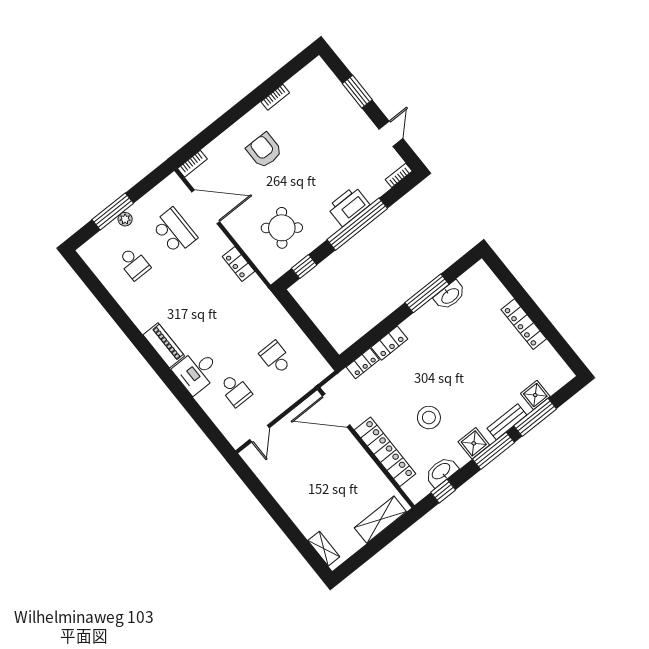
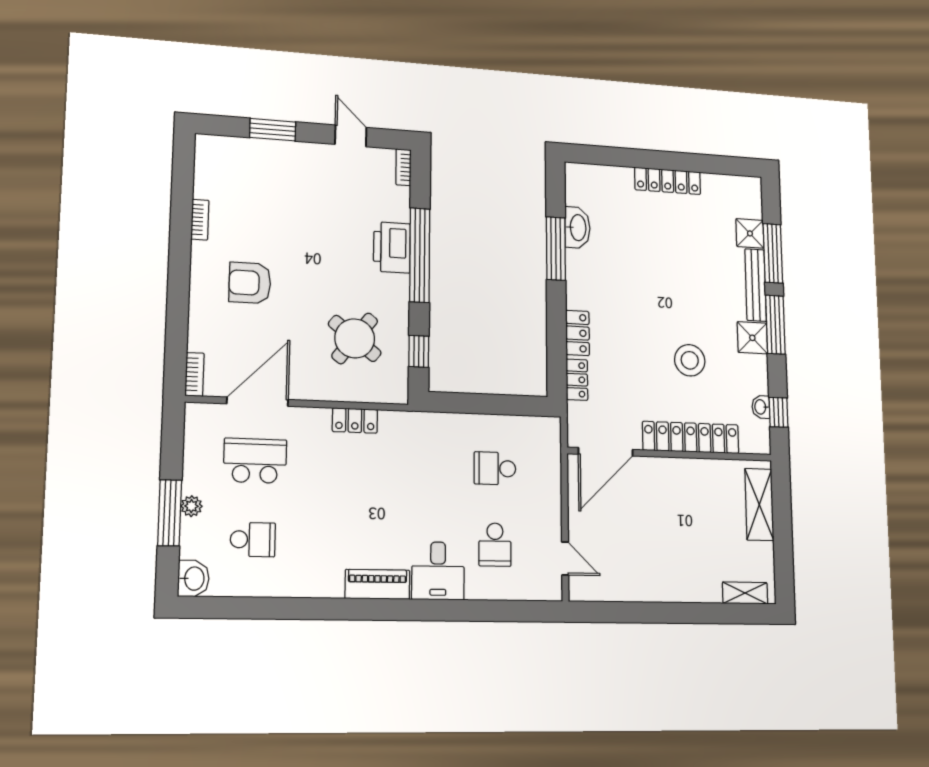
washbasin: (90, 251) -> (193, 579), added
school desk: (235, 390) -> (495, 545), turned 90
bench: (507, 422) -> (756, 285), width x1.36
washbasin: (441, 472) -> (761, 407), width x0.52, depth x0.69

